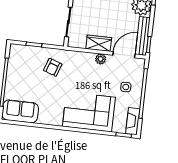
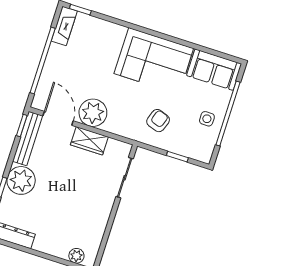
door: (124, 55) -> (58, 118), swing flipped
plant: (101, 59) -> (93, 113), width x1.88, depth x1.88
side table: (126, 87) -> (207, 119), moved
corner sofa: (89, 112) -> (154, 61), moved

